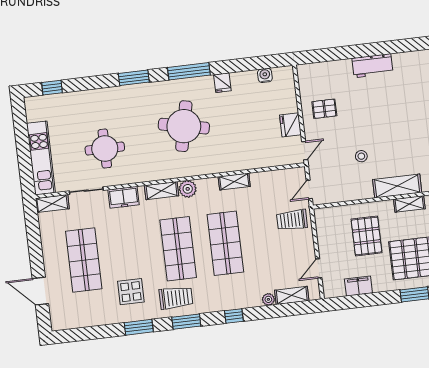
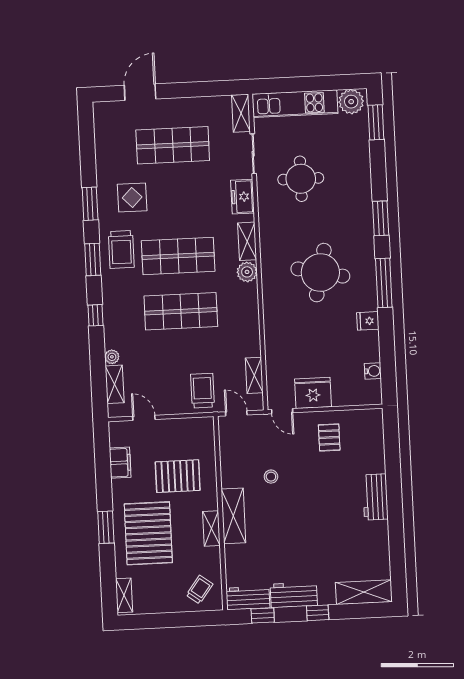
window: (52, 88) -> (376, 122), width x1.50
plant: (36, 110) -> (351, 102), added
fridge: (290, 125) -> (313, 393), width x1.36, depth x1.34
shelving: (234, 182) -> (254, 375), moved

